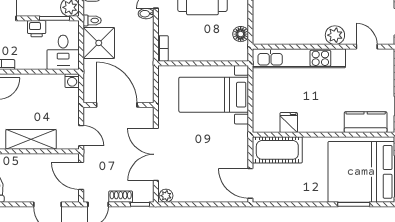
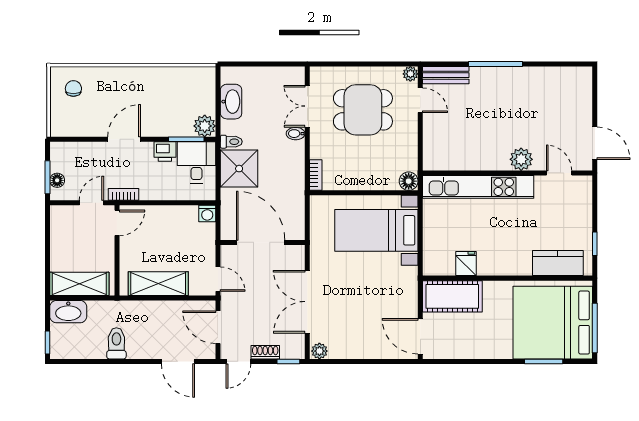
floor lamp: (241, 34) -> (409, 181), moved
desk: (63, 52) -> (196, 162), moved, turned 180

